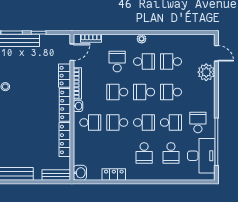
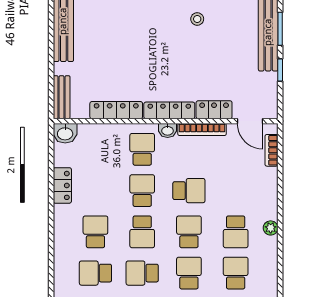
school desk: (117, 62) -> (236, 191), removed
school desk: (117, 92) -> (189, 191), turned 90
school desk: (90, 122) -> (142, 149), turned 180
school desk: (171, 122) -> (142, 273), turned 90
school desk: (144, 153) -> (95, 232), turned 90

